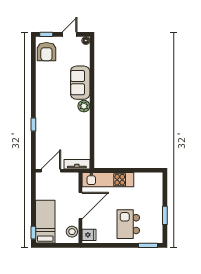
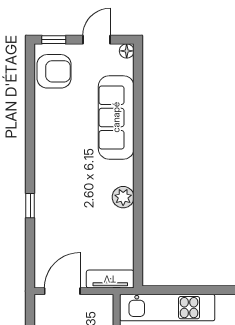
armchair: (46, 52) -> (54, 71), turned -90
sofa: (80, 83) -> (116, 117), width x1.36
plant: (84, 106) -> (123, 197), moved

